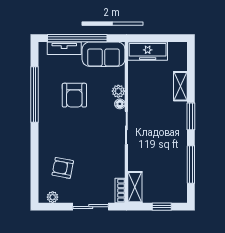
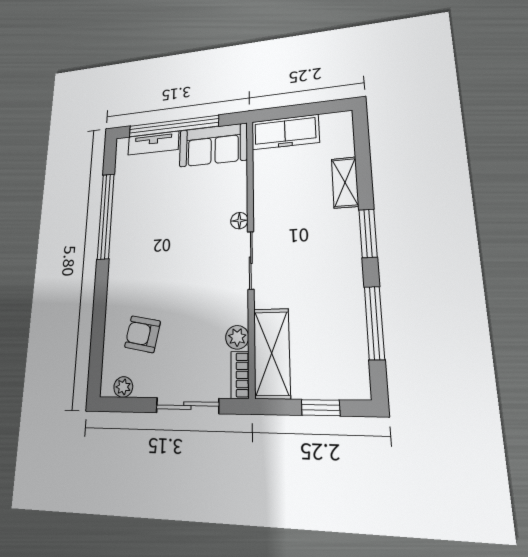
plant: (118, 91) -> (237, 337), moved
armchair: (74, 95) -> (166, 212), removed
shelving: (135, 187) -> (272, 353), width x1.50, depth x1.33

